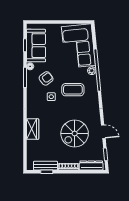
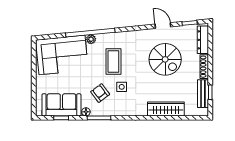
wardrobe: (33, 129) -> (166, 109), width x1.50
door: (103, 132) -> (163, 26), hinge flipped

